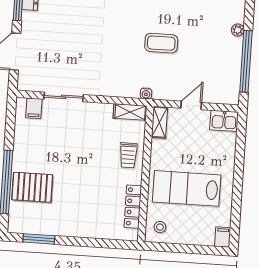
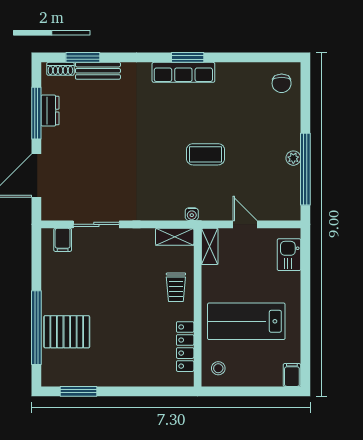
plant: (238, 30) -> (293, 158), moved
door: (191, 105) -> (245, 224), hinge flipped
kitchen sink: (224, 121) -> (289, 255), moved, turned 90

